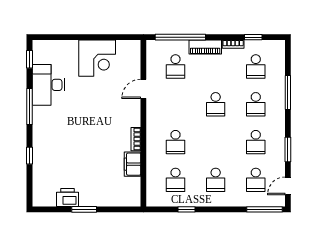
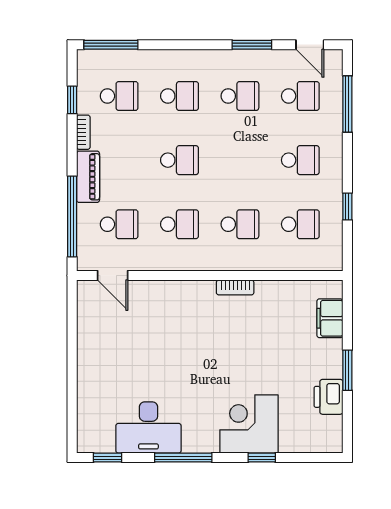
corner desk: (97, 58) -> (249, 424), moved, turned -90
door: (143, 89) -> (113, 276), moved
window: (288, 93) -> (111, 45), moved
school desk: (176, 104) -> (180, 224), added
filing cabinet: (133, 164) -> (330, 318), moved, turned 90
window: (264, 209) -> (347, 104), moved

